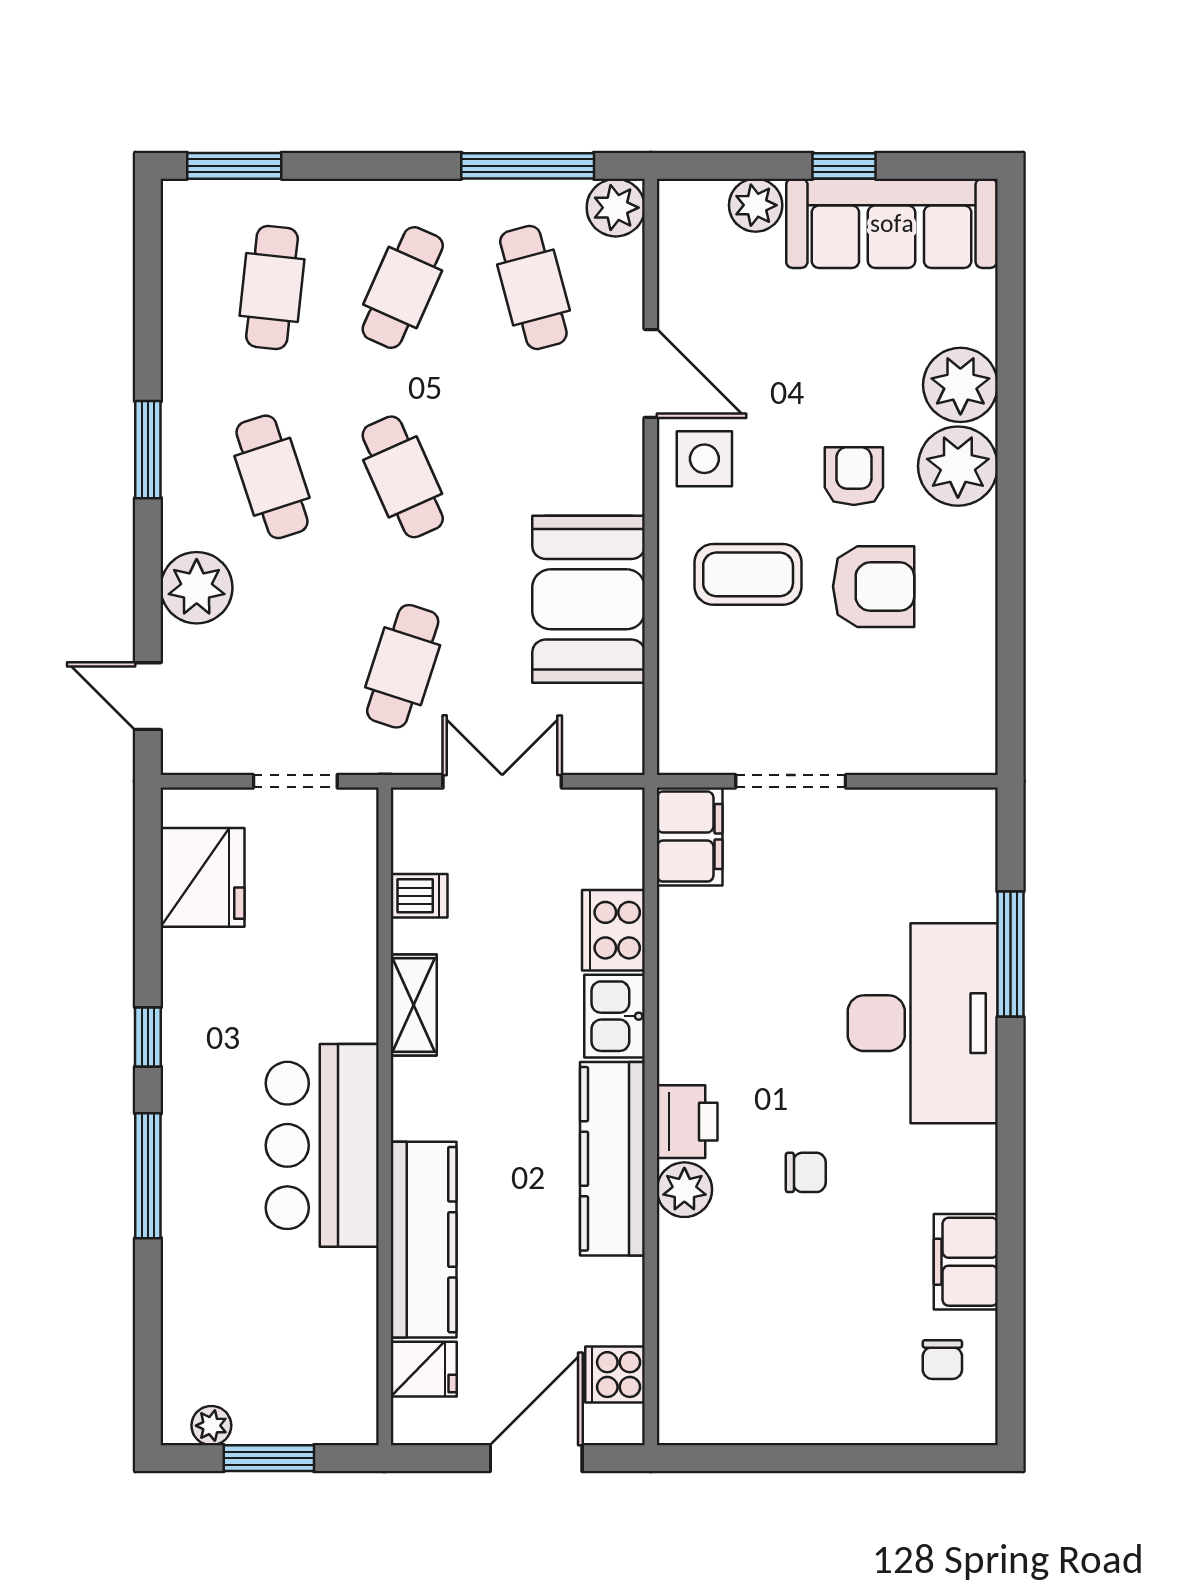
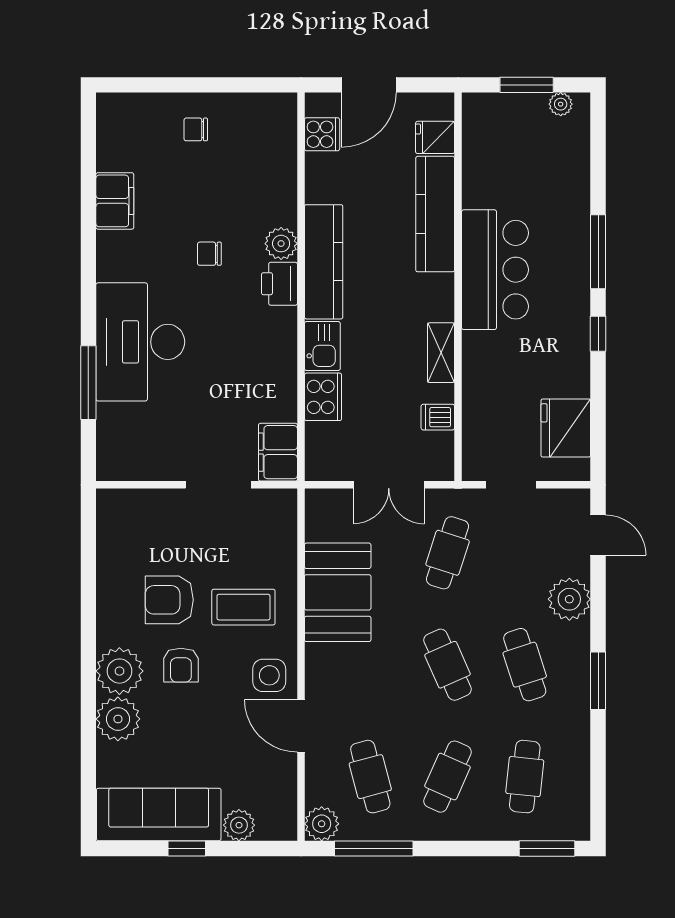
chair: (942, 1360) -> (196, 129), moved, turned -90

